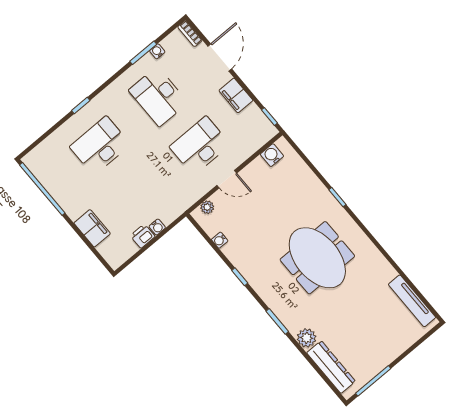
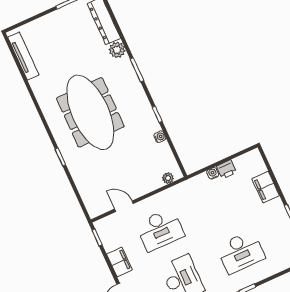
water cooler: (272, 155) -> (104, 206), removed
door: (227, 179) -> (124, 206), moved
water cooler: (220, 240) -> (160, 137), moved
meeting table: (317, 258) -> (90, 112), width x1.36

